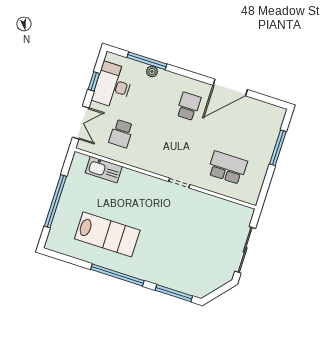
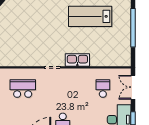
school desk: (227, 168) -> (23, 89), turned 180
kitchen sink: (104, 170) -> (77, 60), moved

